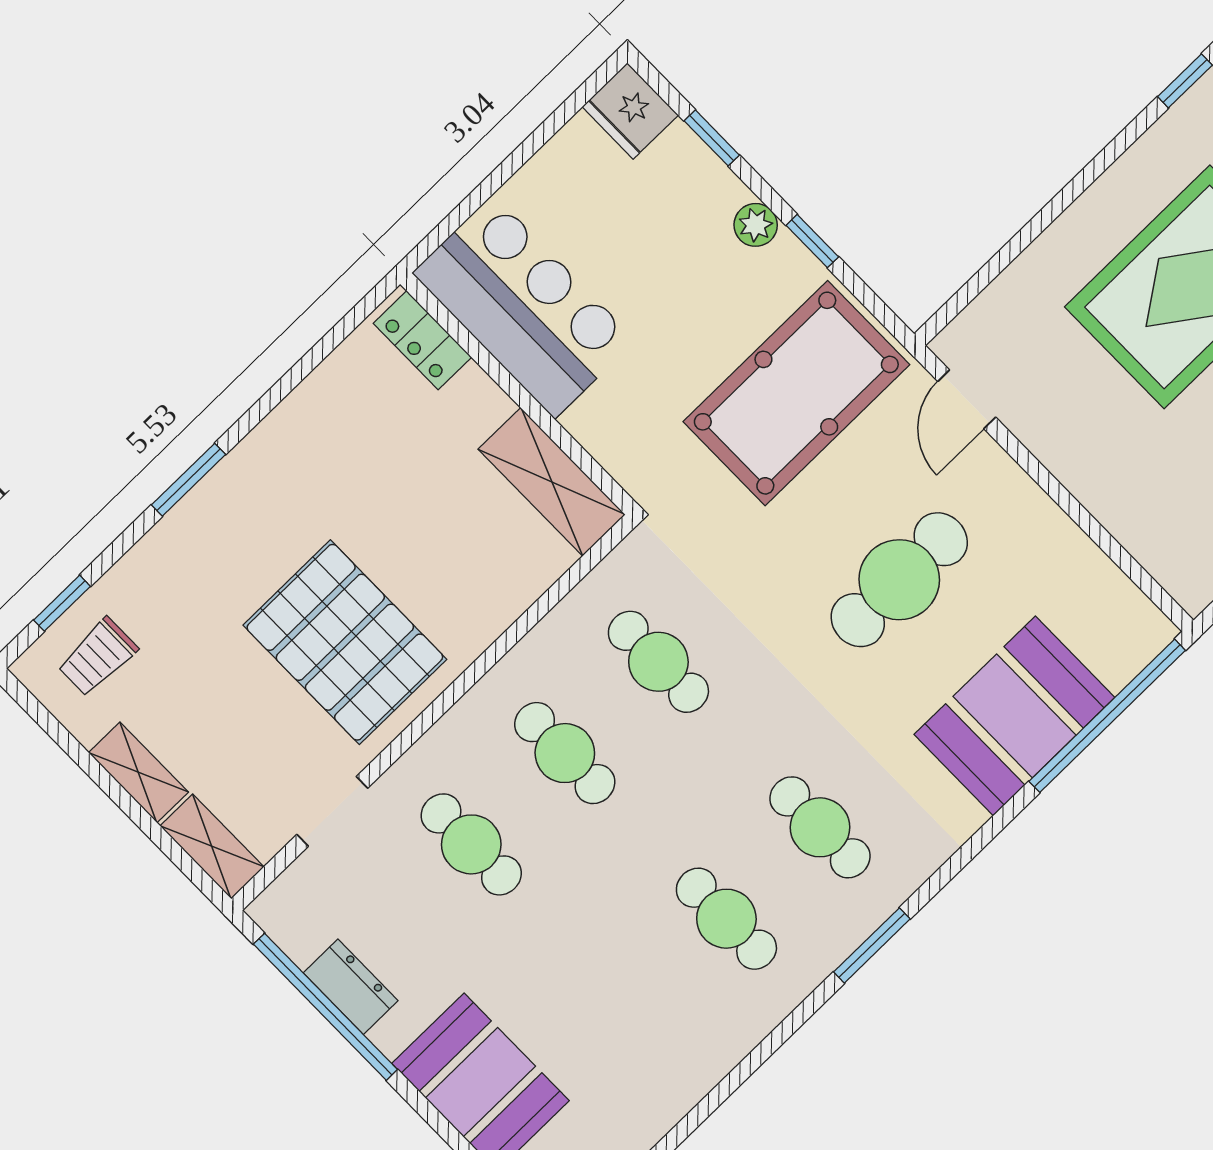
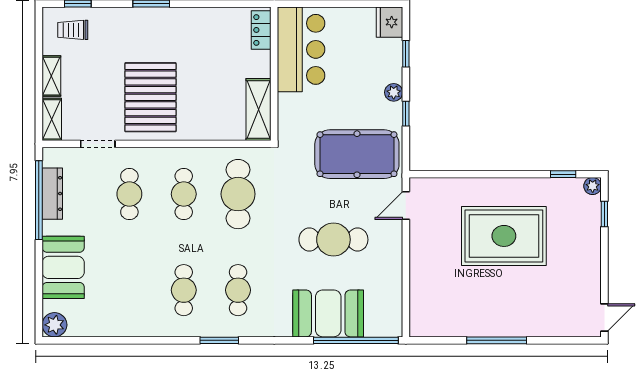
cafe table: (658, 662) -> (238, 194), width x1.37, depth x1.35
dresser: (351, 987) -> (52, 194), width x1.44

